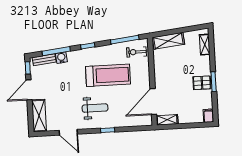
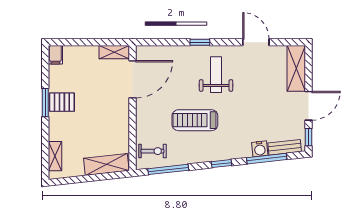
treadmill: (108, 75) -> (195, 120), width x0.73, depth x0.73
weight bench: (95, 108) -> (216, 75), turned 90

